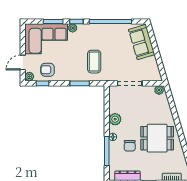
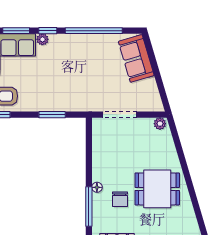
coffee table: (94, 62) -> (72, 85), removed
plant: (115, 119) -> (100, 163), removed

